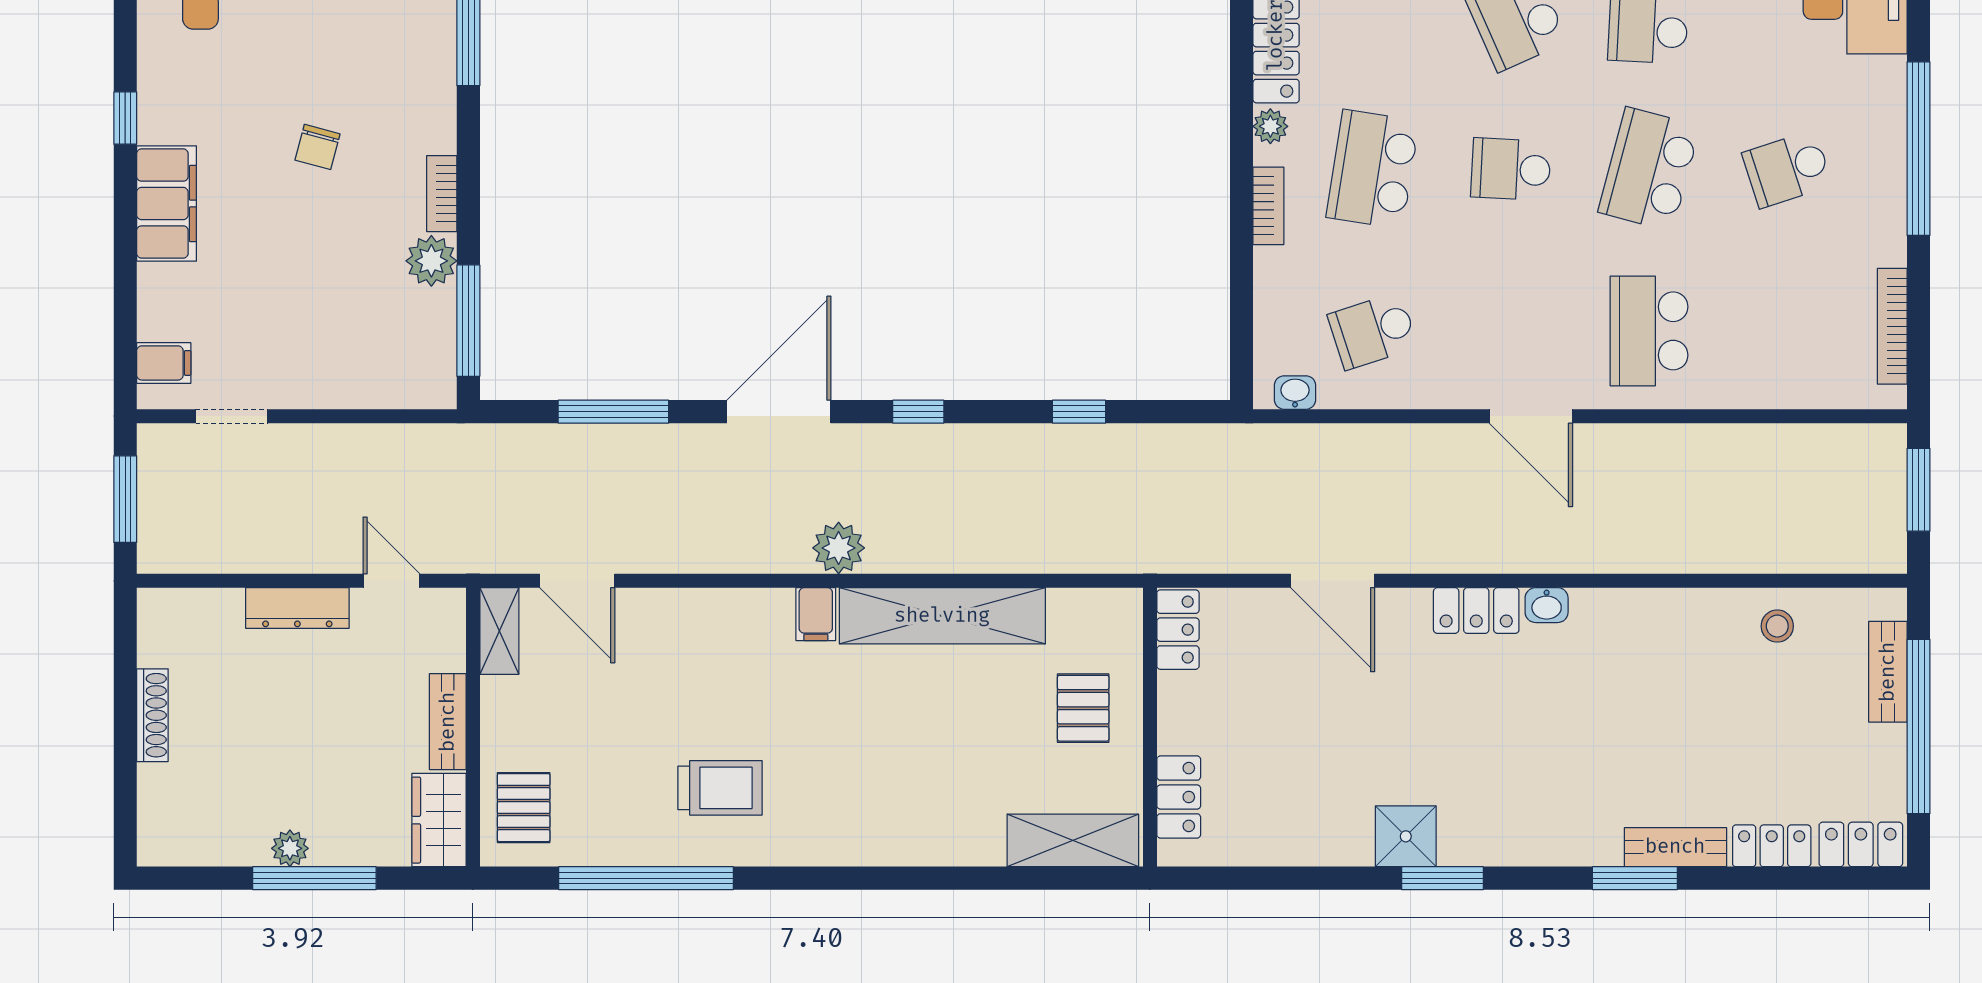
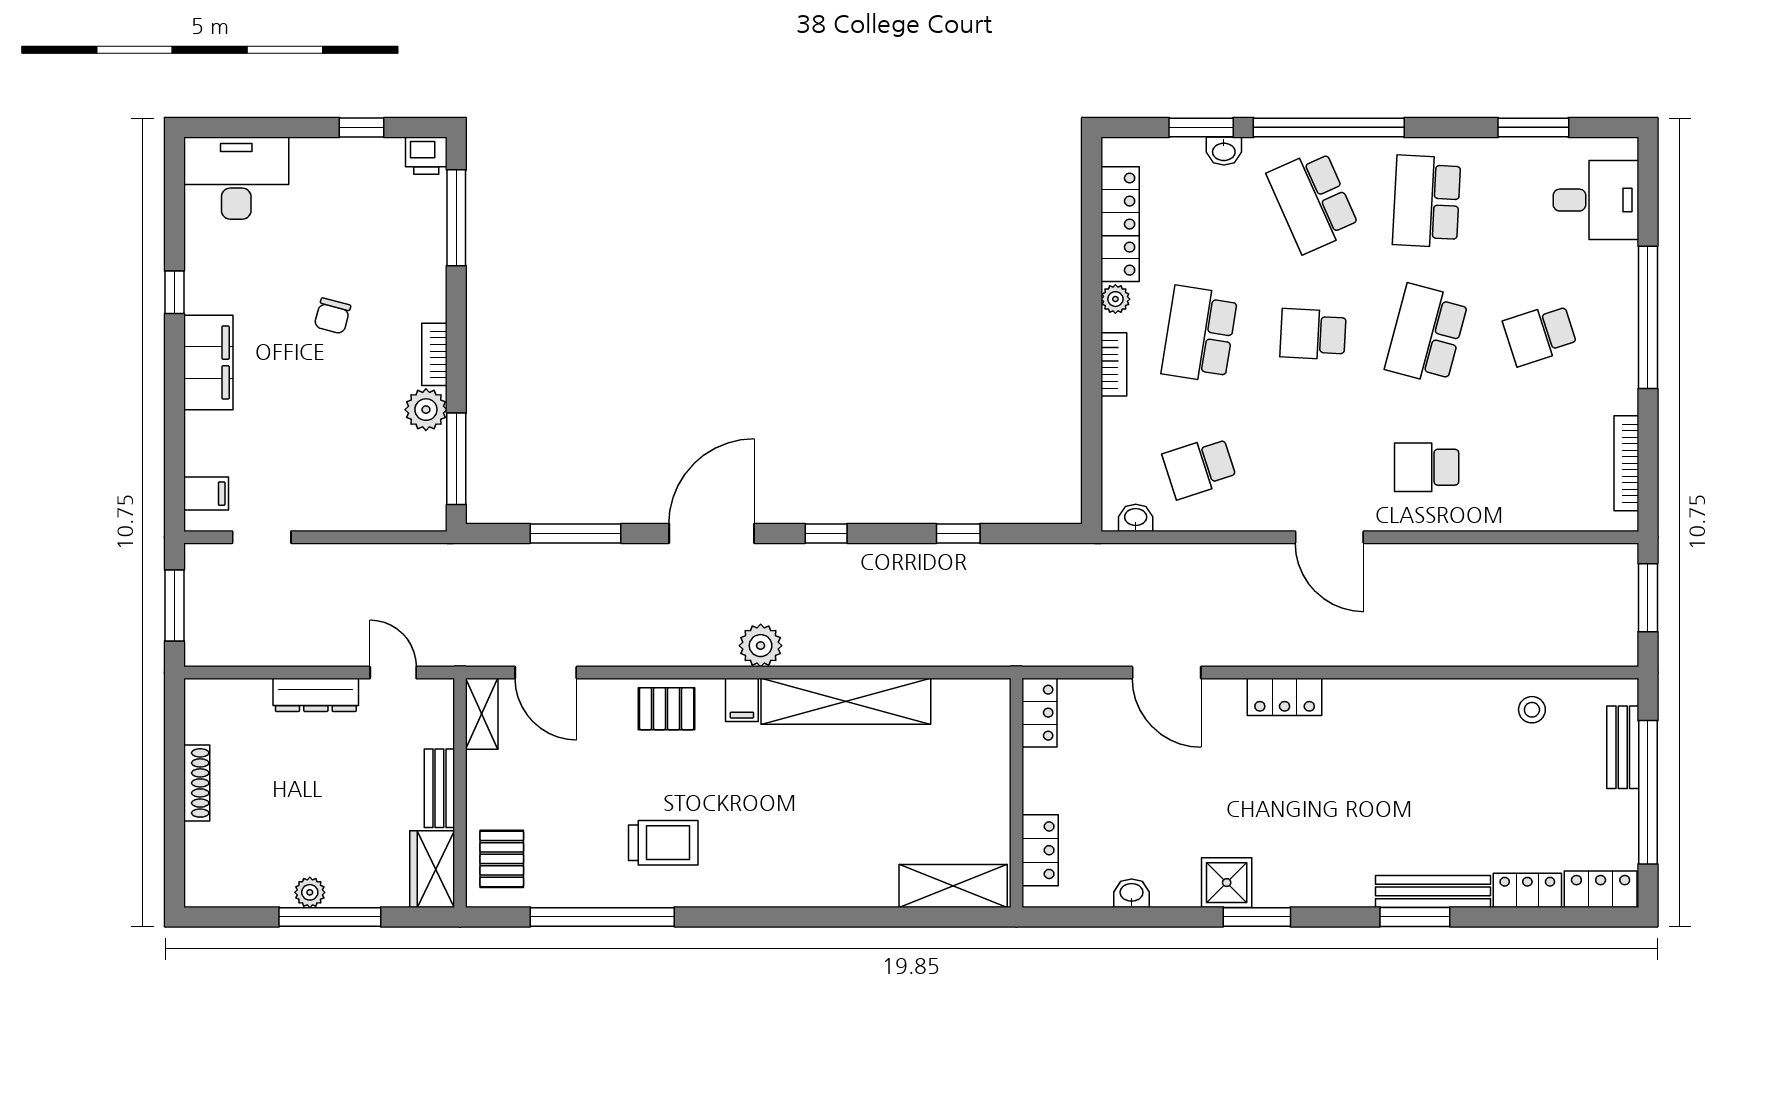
school desk: (1649, 331) -> (1427, 467), width x0.54
washbasin: (1547, 605) -> (1132, 893), moved, turned 180
pallet: (1083, 708) -> (667, 709), moved, turned 90
bench: (1675, 847) -> (1433, 891), width x1.36

